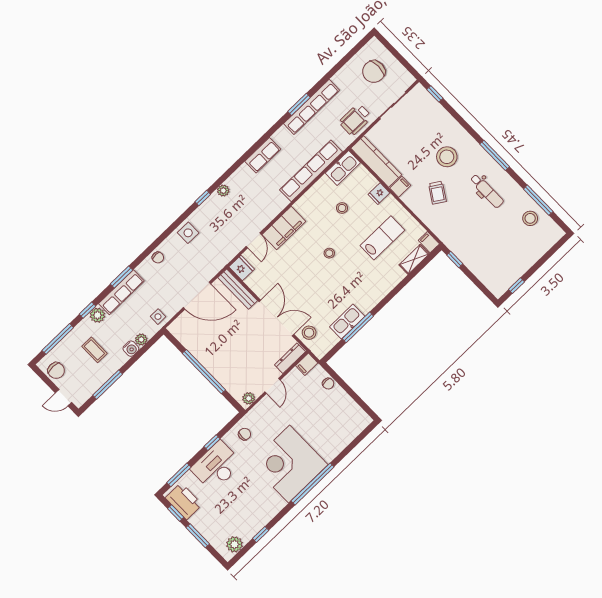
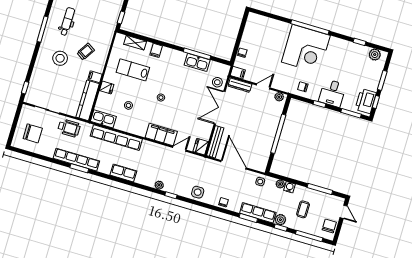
filing cabinet: (429, 242) -> (156, 50), moved
desk: (217, 466) -> (332, 93), width x0.73

